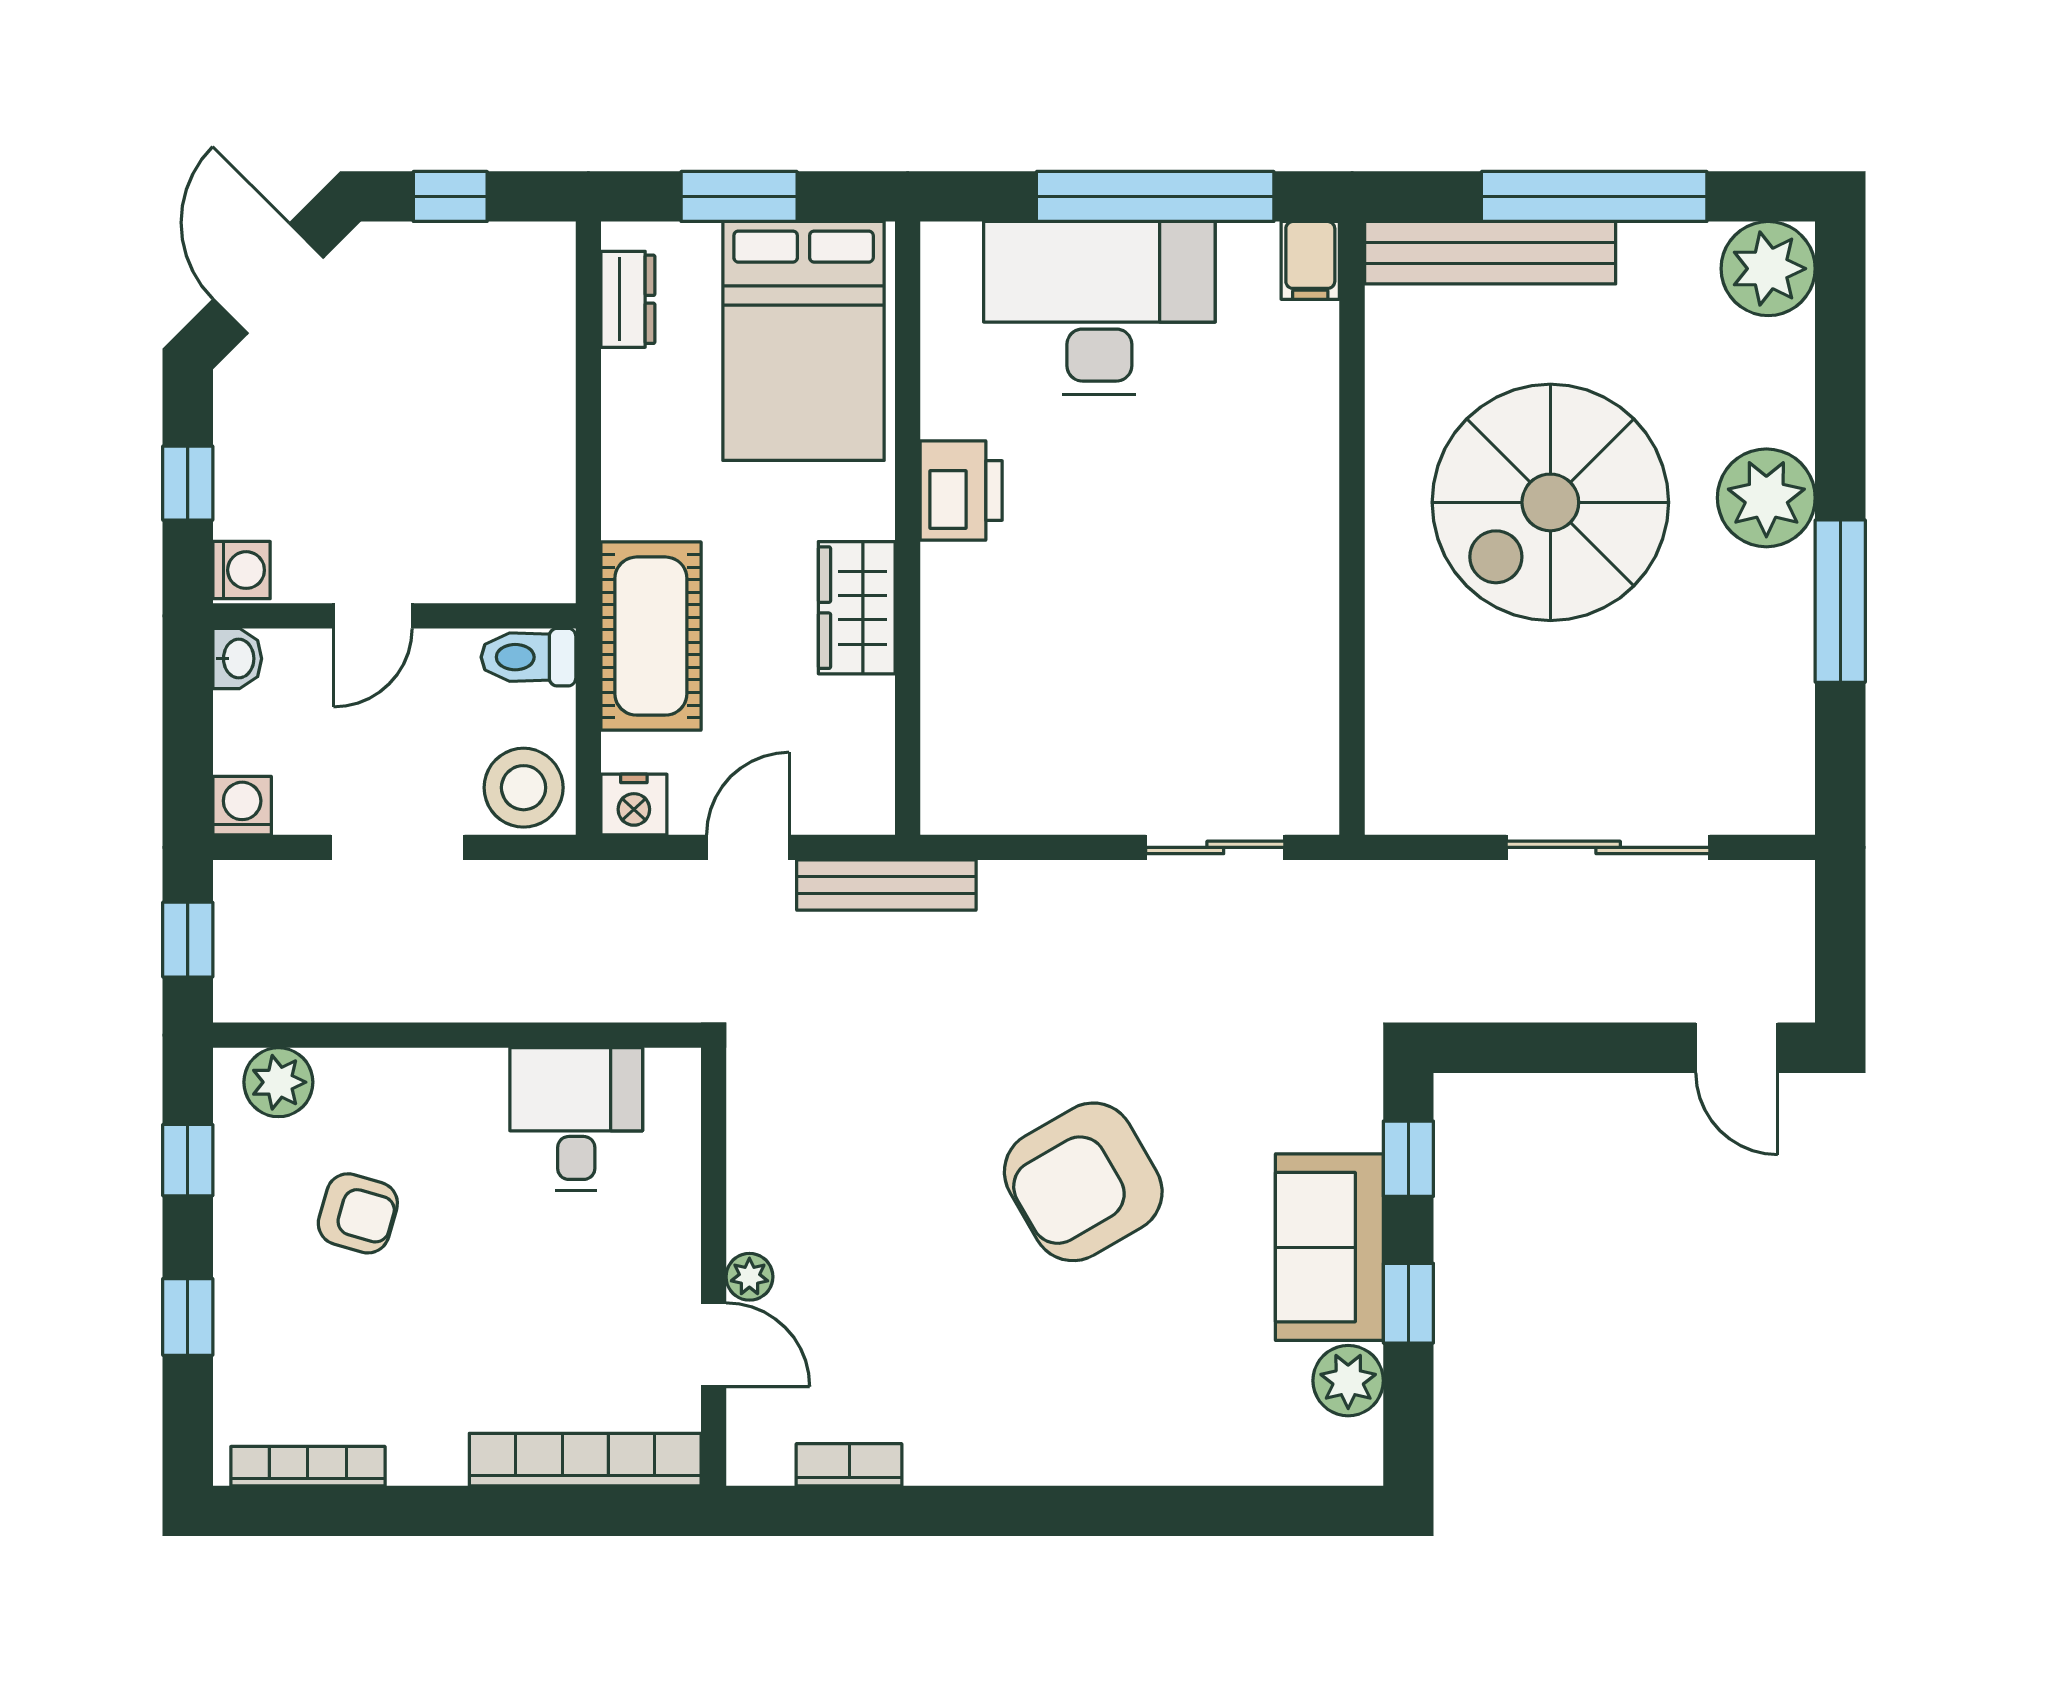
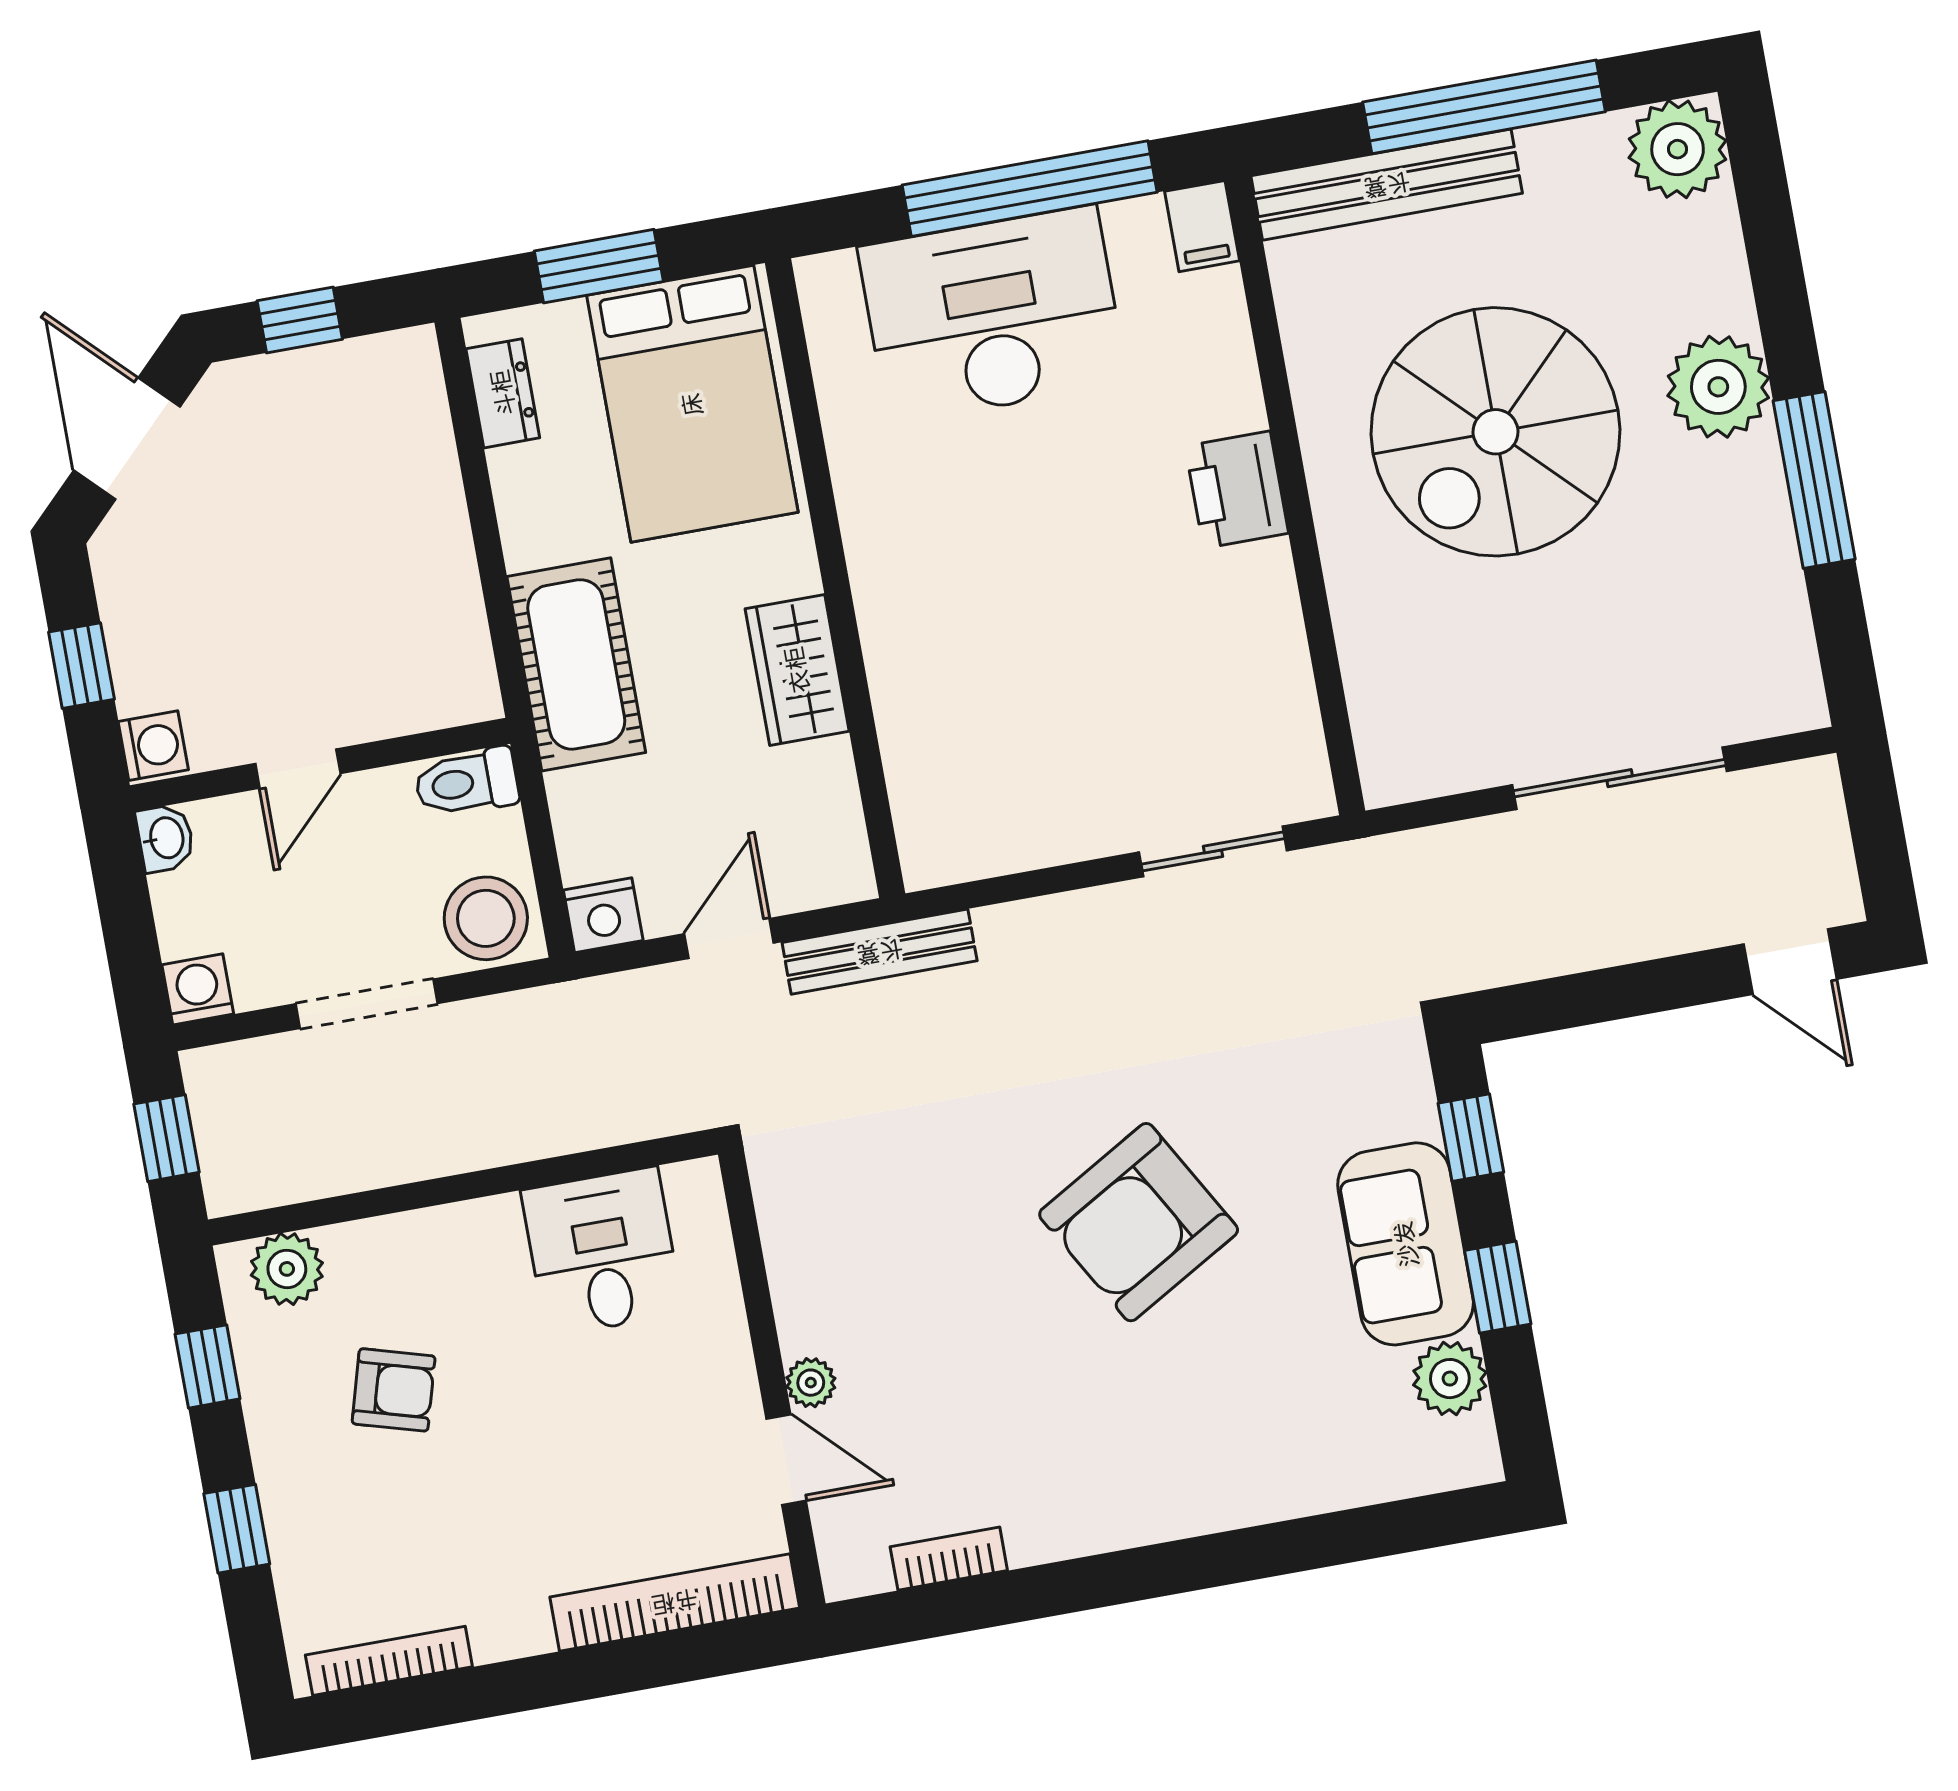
printer: (961, 491) -> (1237, 490), moved, turned 180
cot: (651, 636) -> (576, 664), moved

